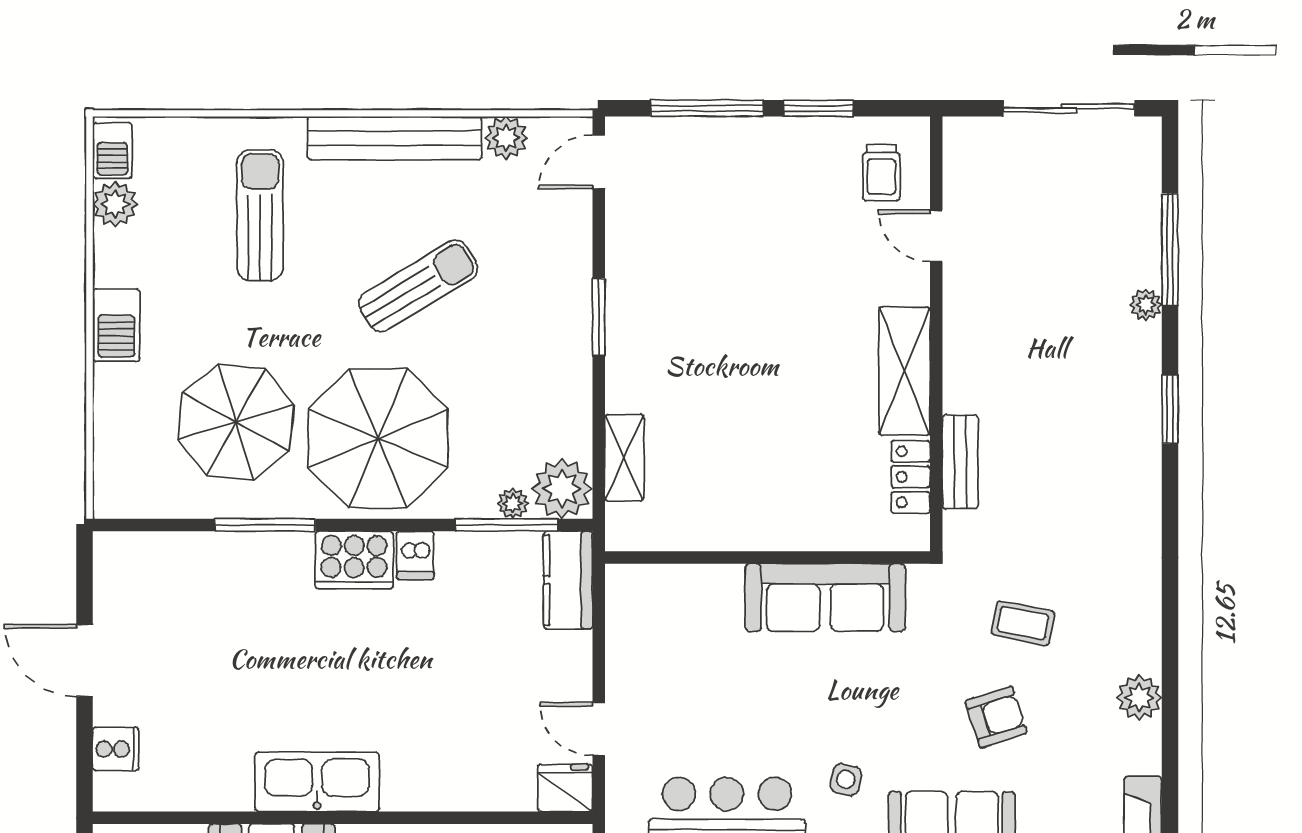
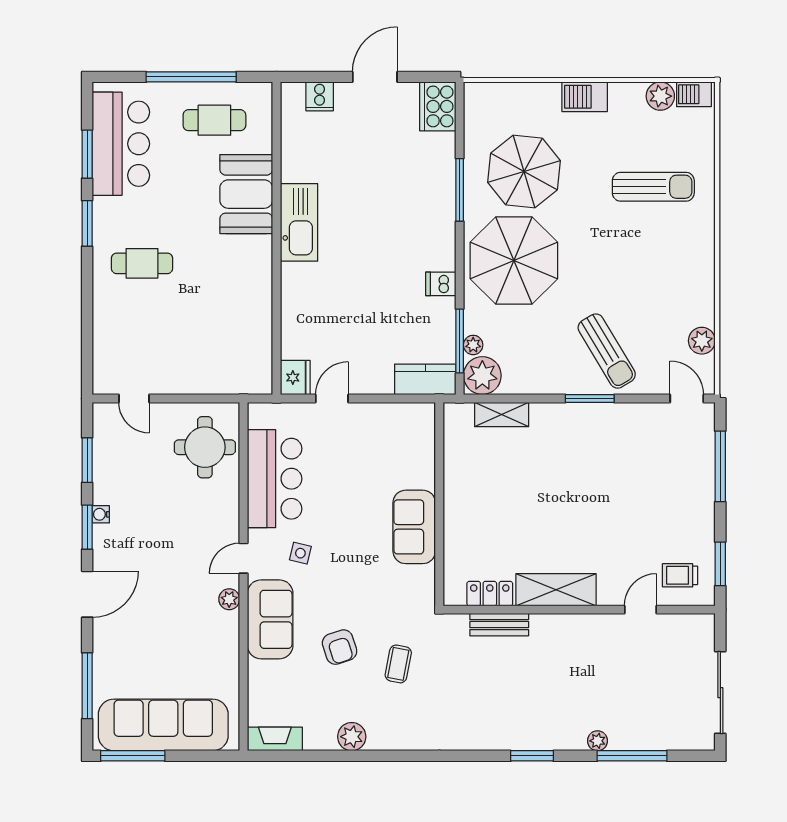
window: (819, 108) -> (720, 564), moved
bench: (394, 138) -> (702, 271), removed
sun lounger: (418, 286) -> (607, 351), moved
cooker: (354, 560) -> (438, 106), moved
sofa: (825, 598) -> (414, 527), width x0.73

